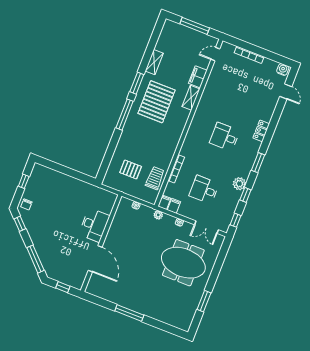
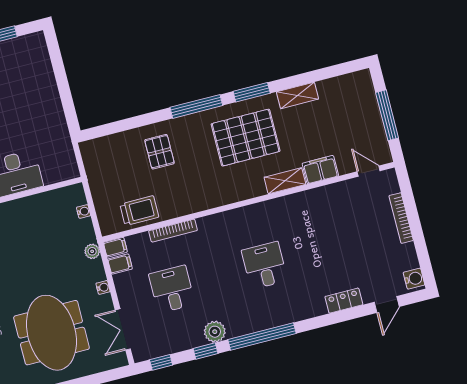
locker: (261, 131) -> (344, 301), moved
window: (258, 163) -> (262, 336), width x2.11
pallet: (131, 170) -> (159, 152), moved

